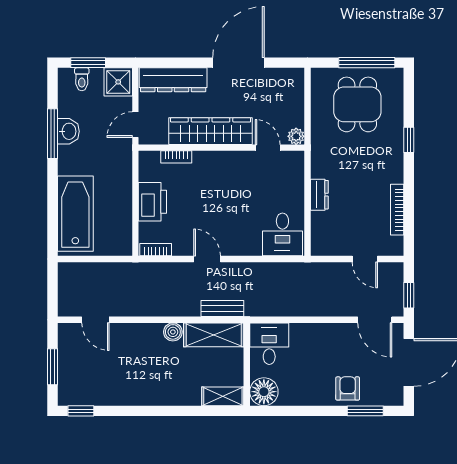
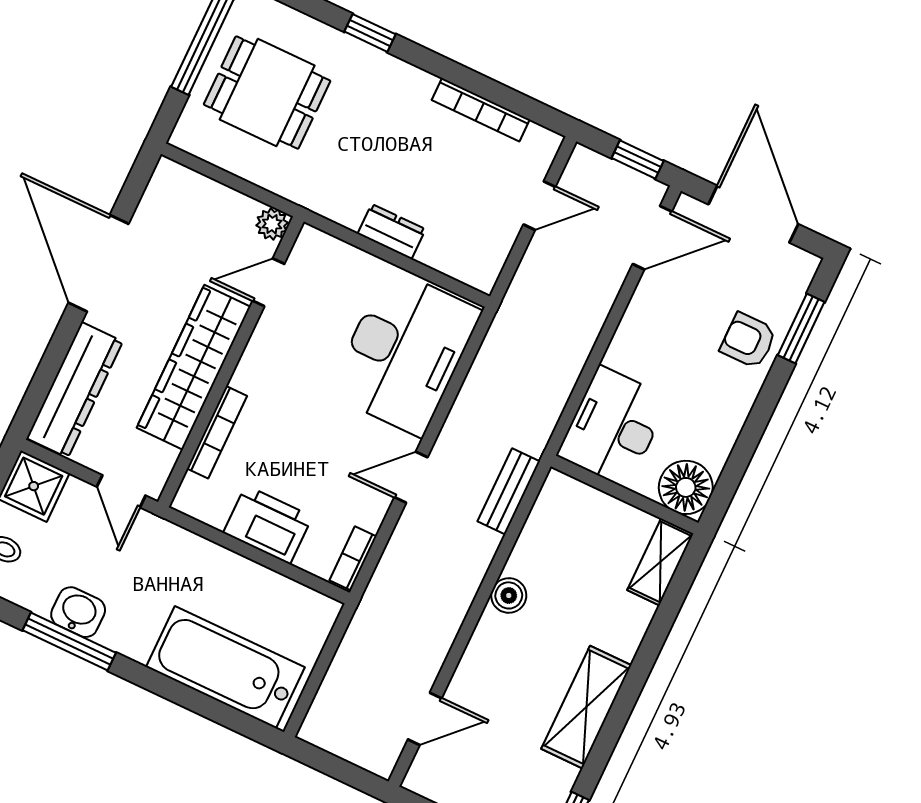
bookcase: (176, 157) -> (217, 432), width x1.56
desk: (282, 234) -> (405, 352), width x1.87, depth x1.30
shelving: (214, 335) -> (586, 707), moved
desk: (269, 344) -> (613, 427), width x1.37

